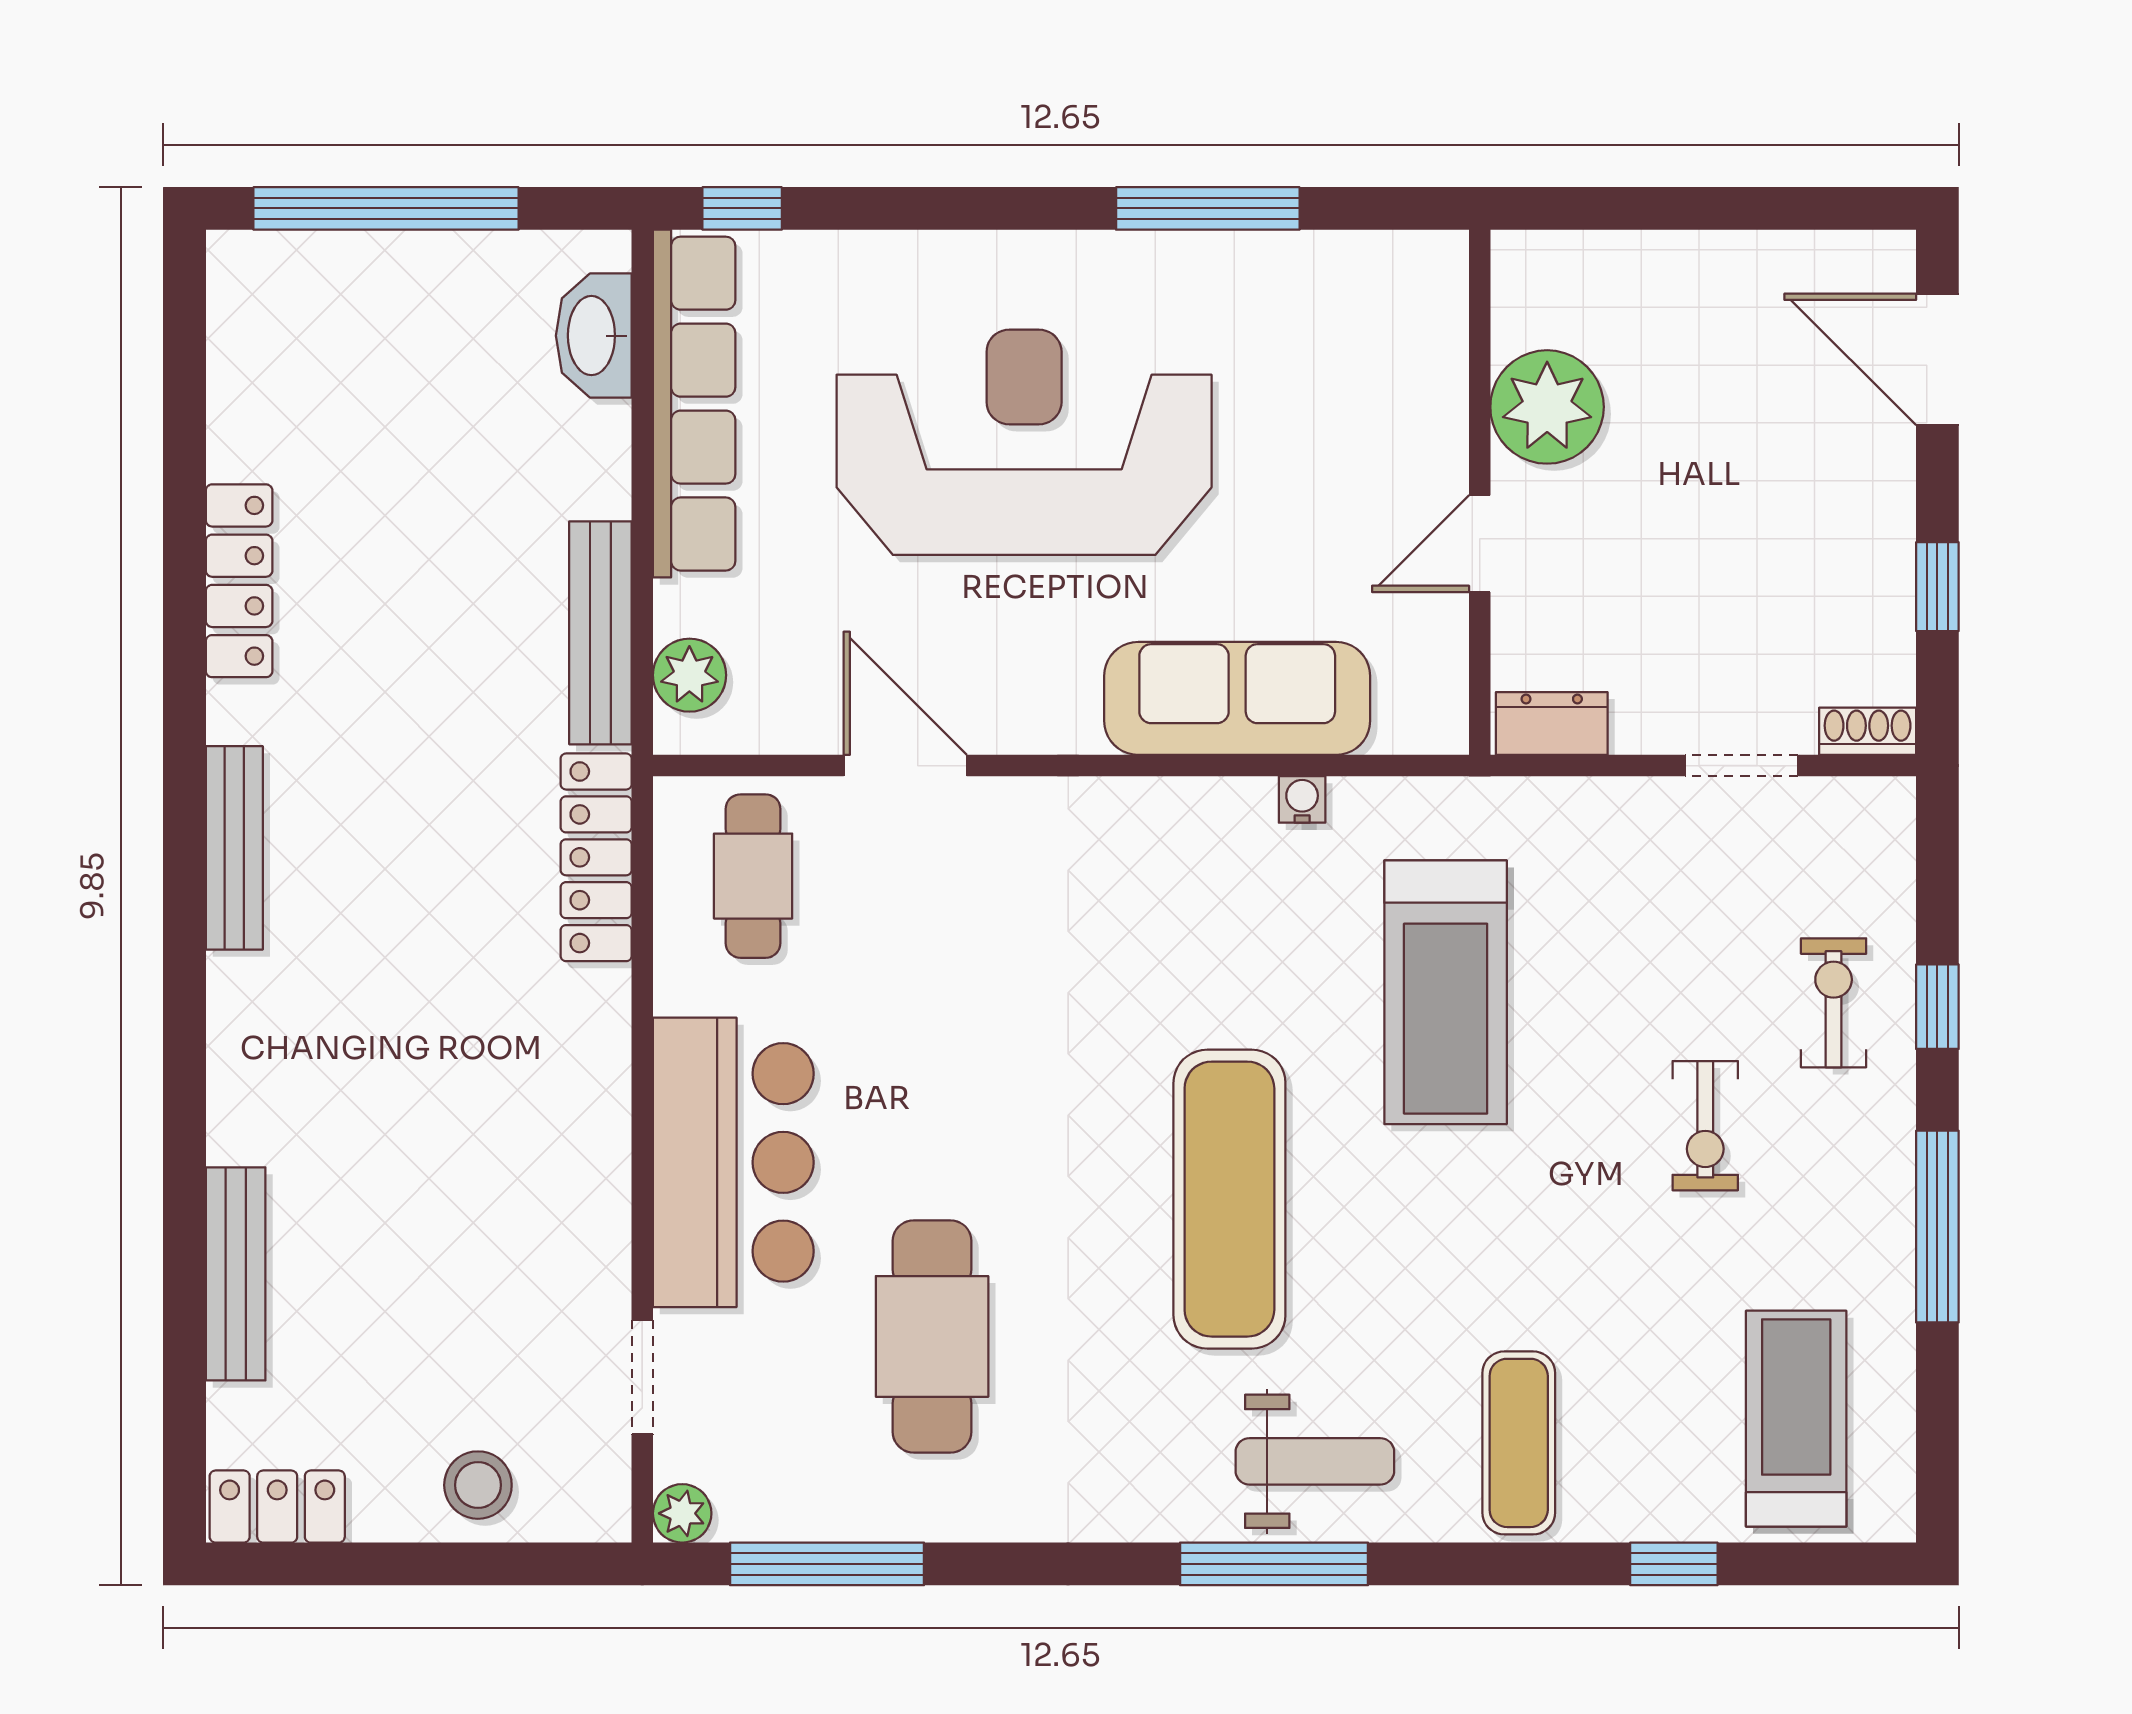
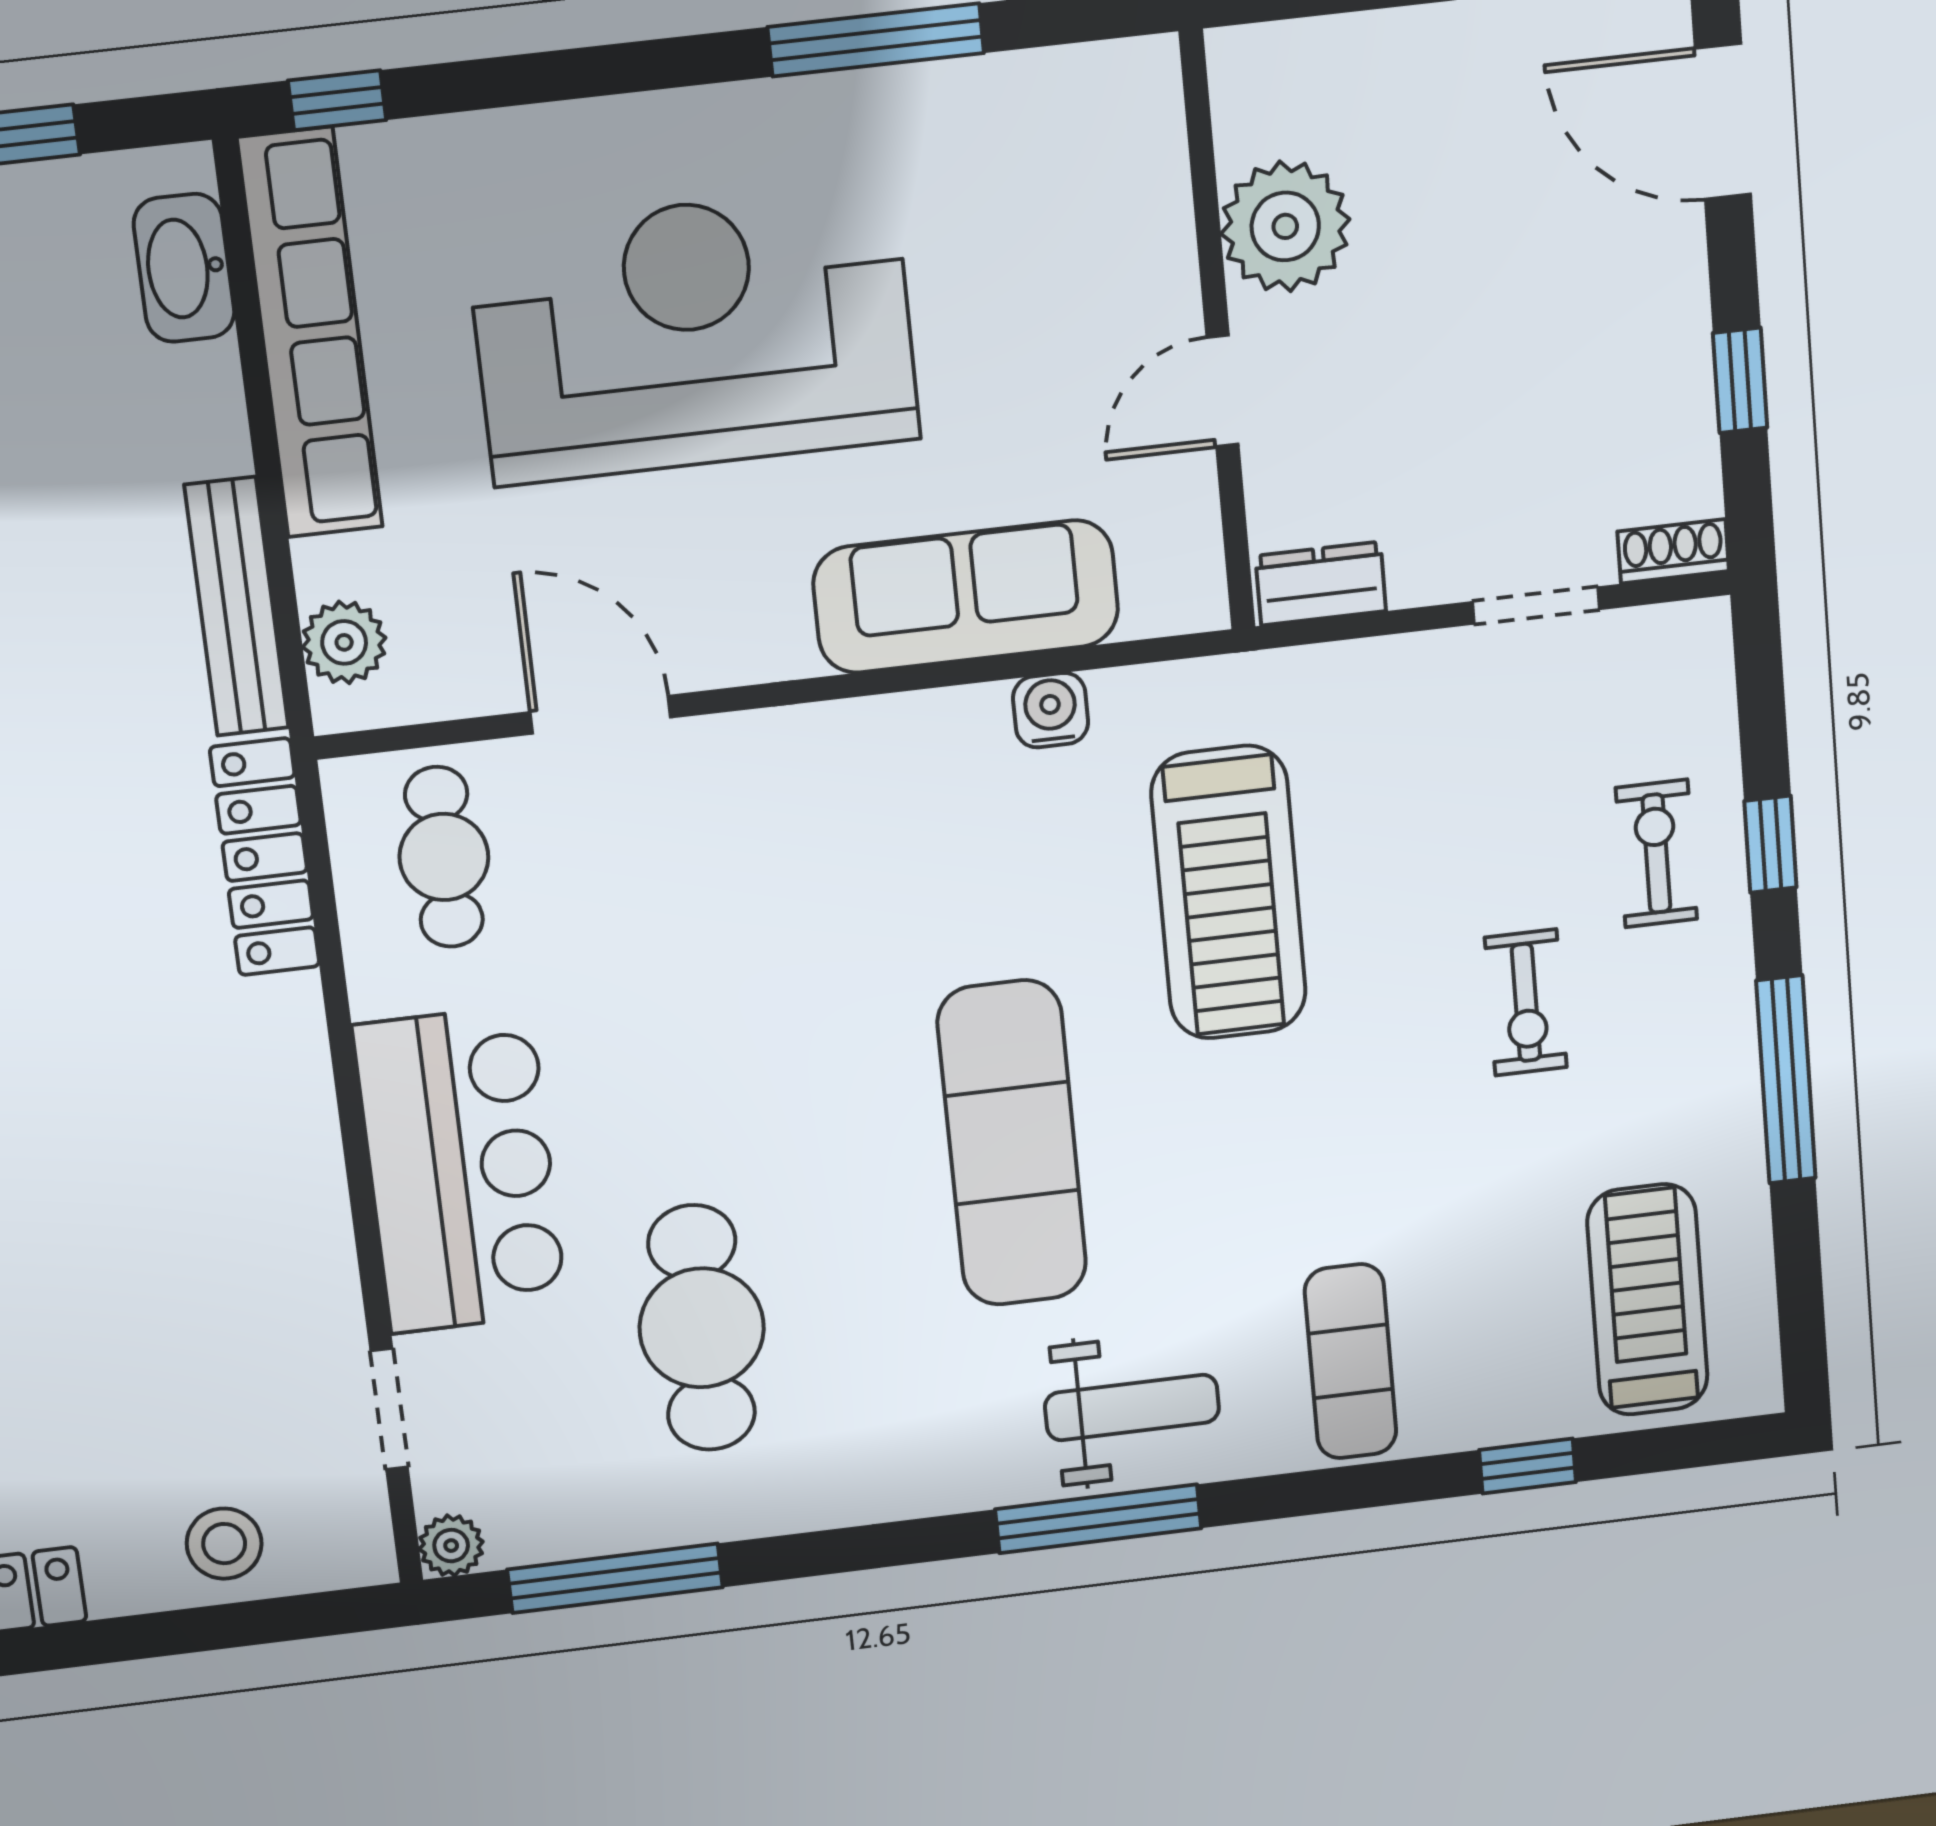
water cooler: (1302, 799) -> (1051, 710), width x1.38, depth x1.38

